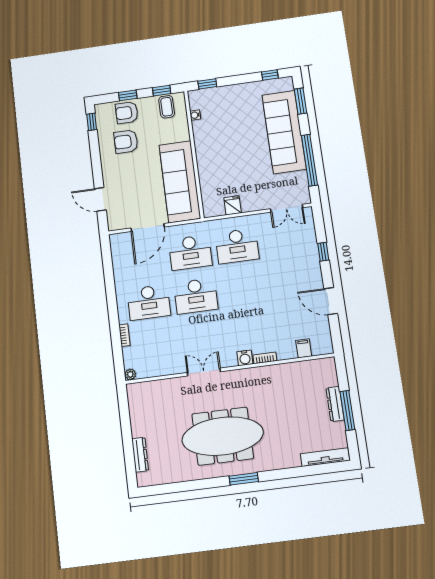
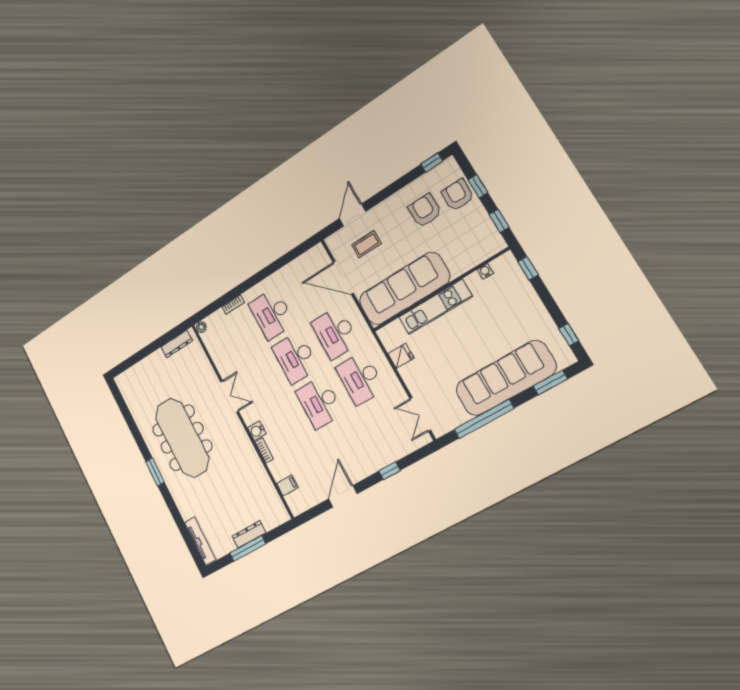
coffee table: (167, 107) -> (367, 244), moved
kitchen unit: (205, 163) -> (435, 307), added
desk: (243, 290) -> (320, 402), added
dresser: (140, 455) -> (177, 344), moved

